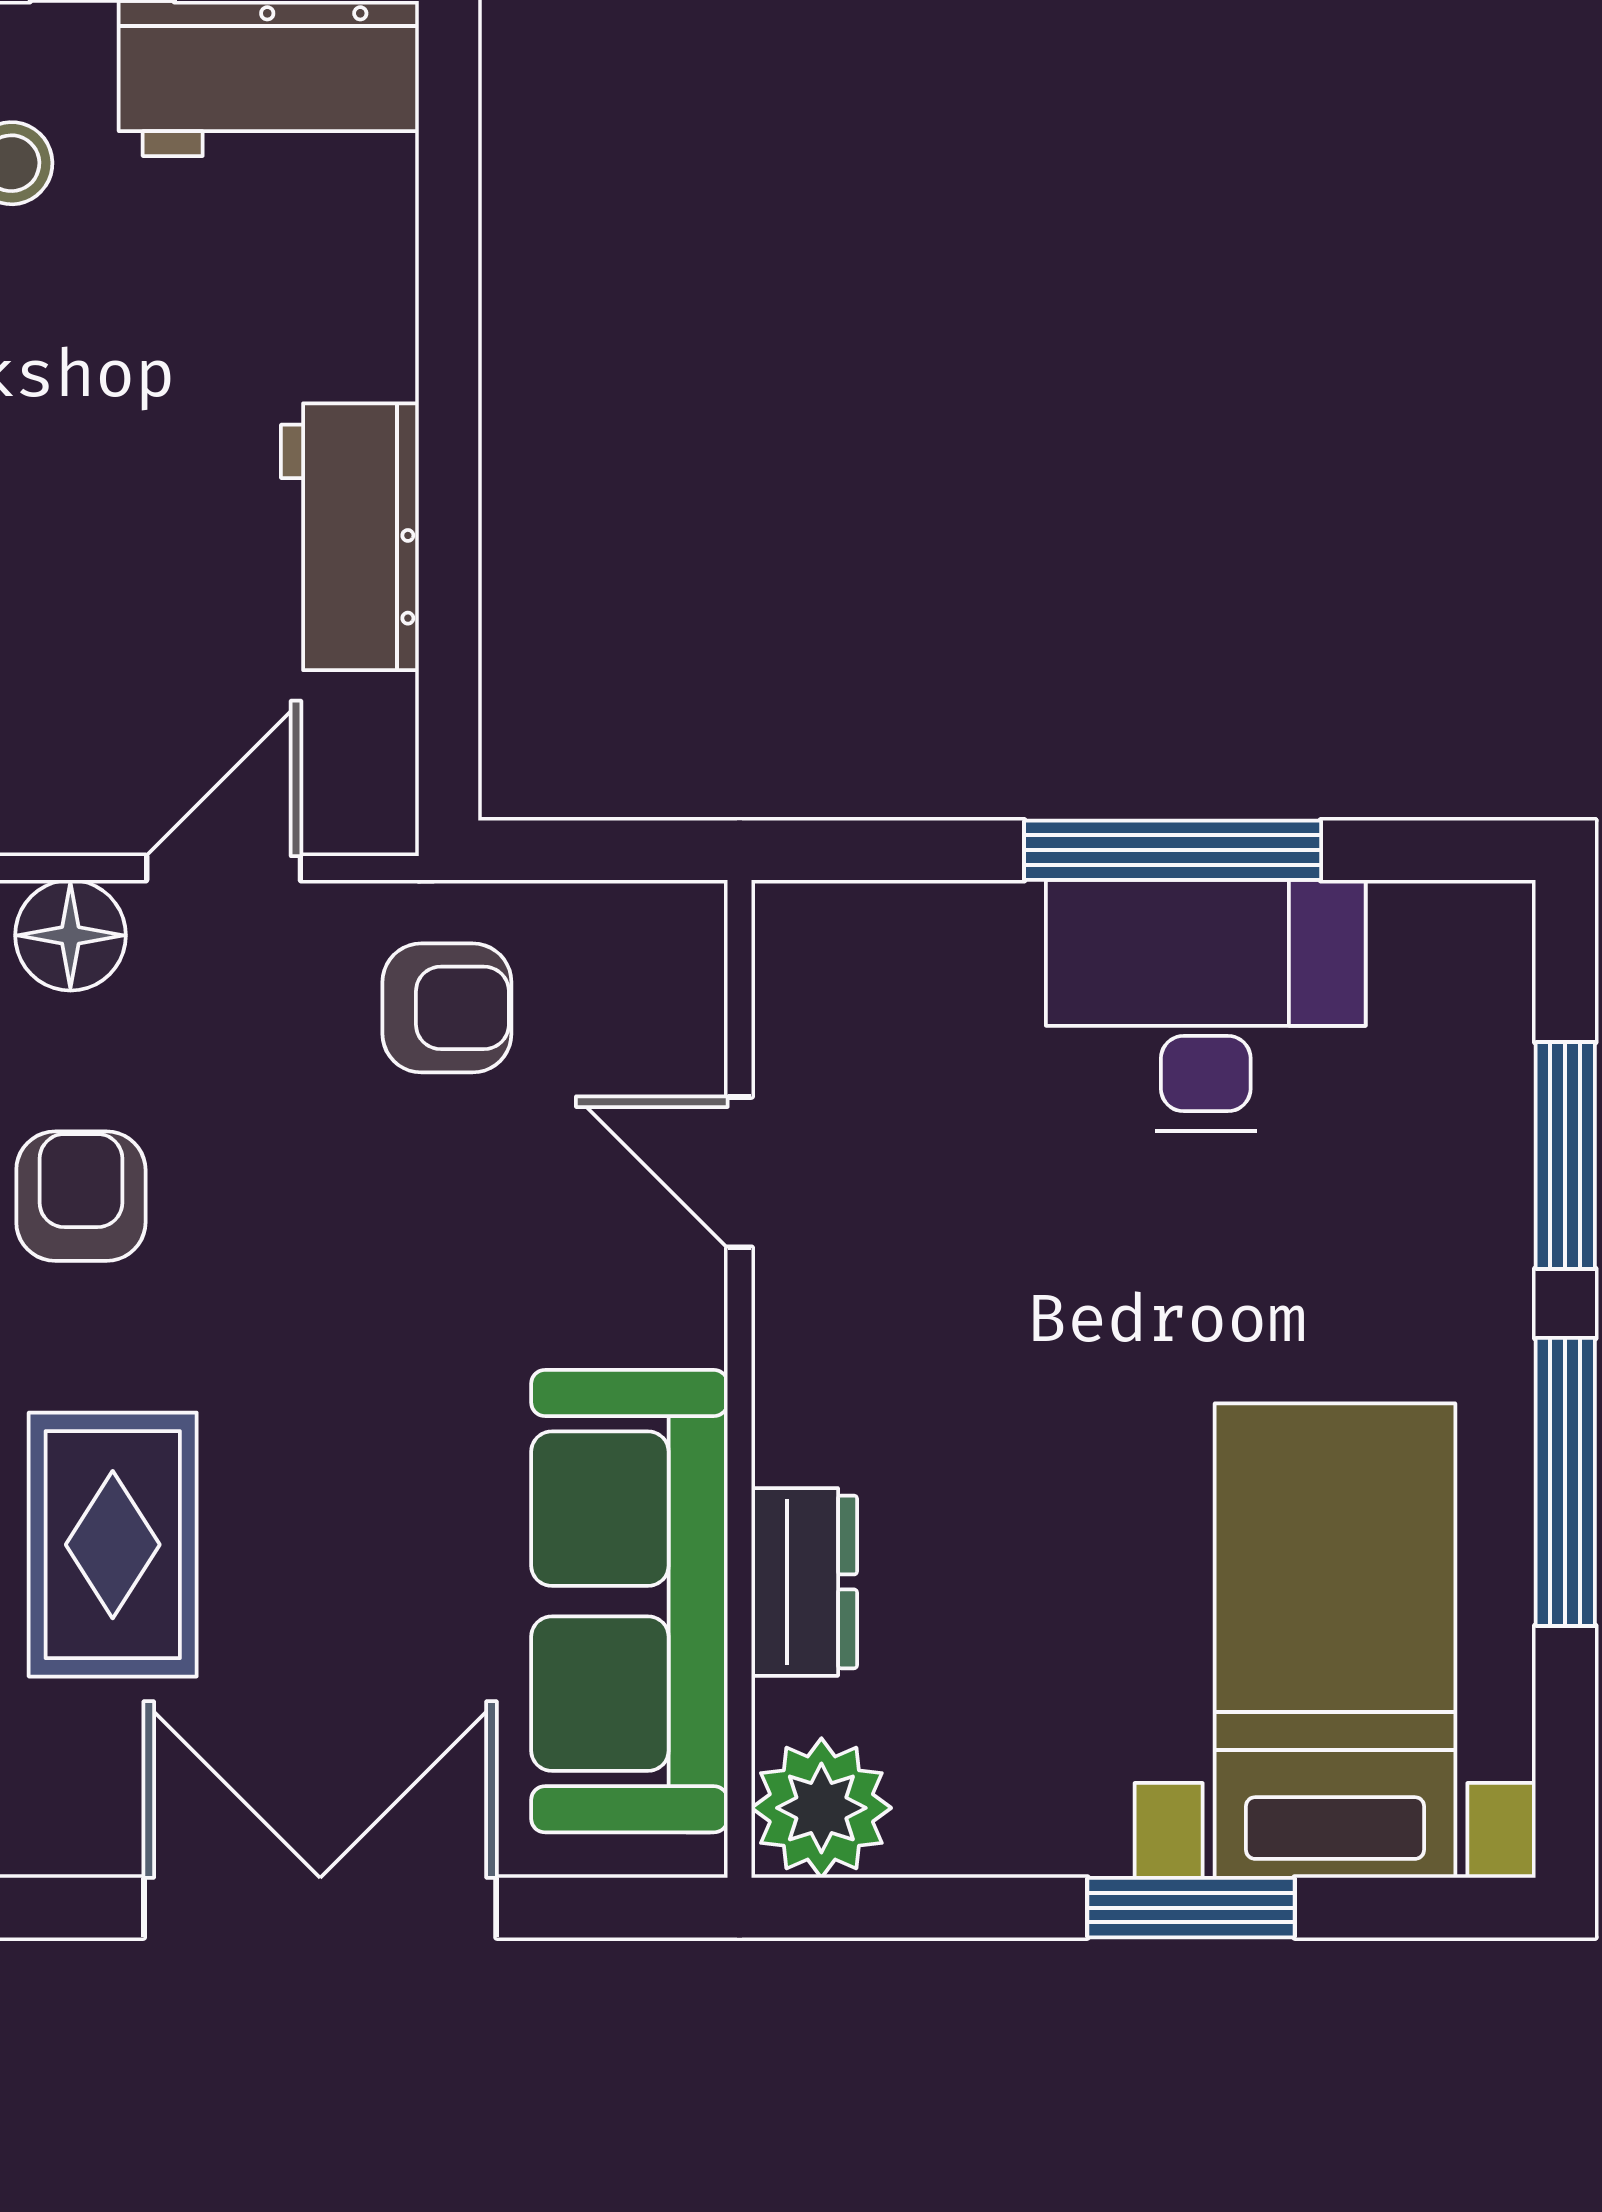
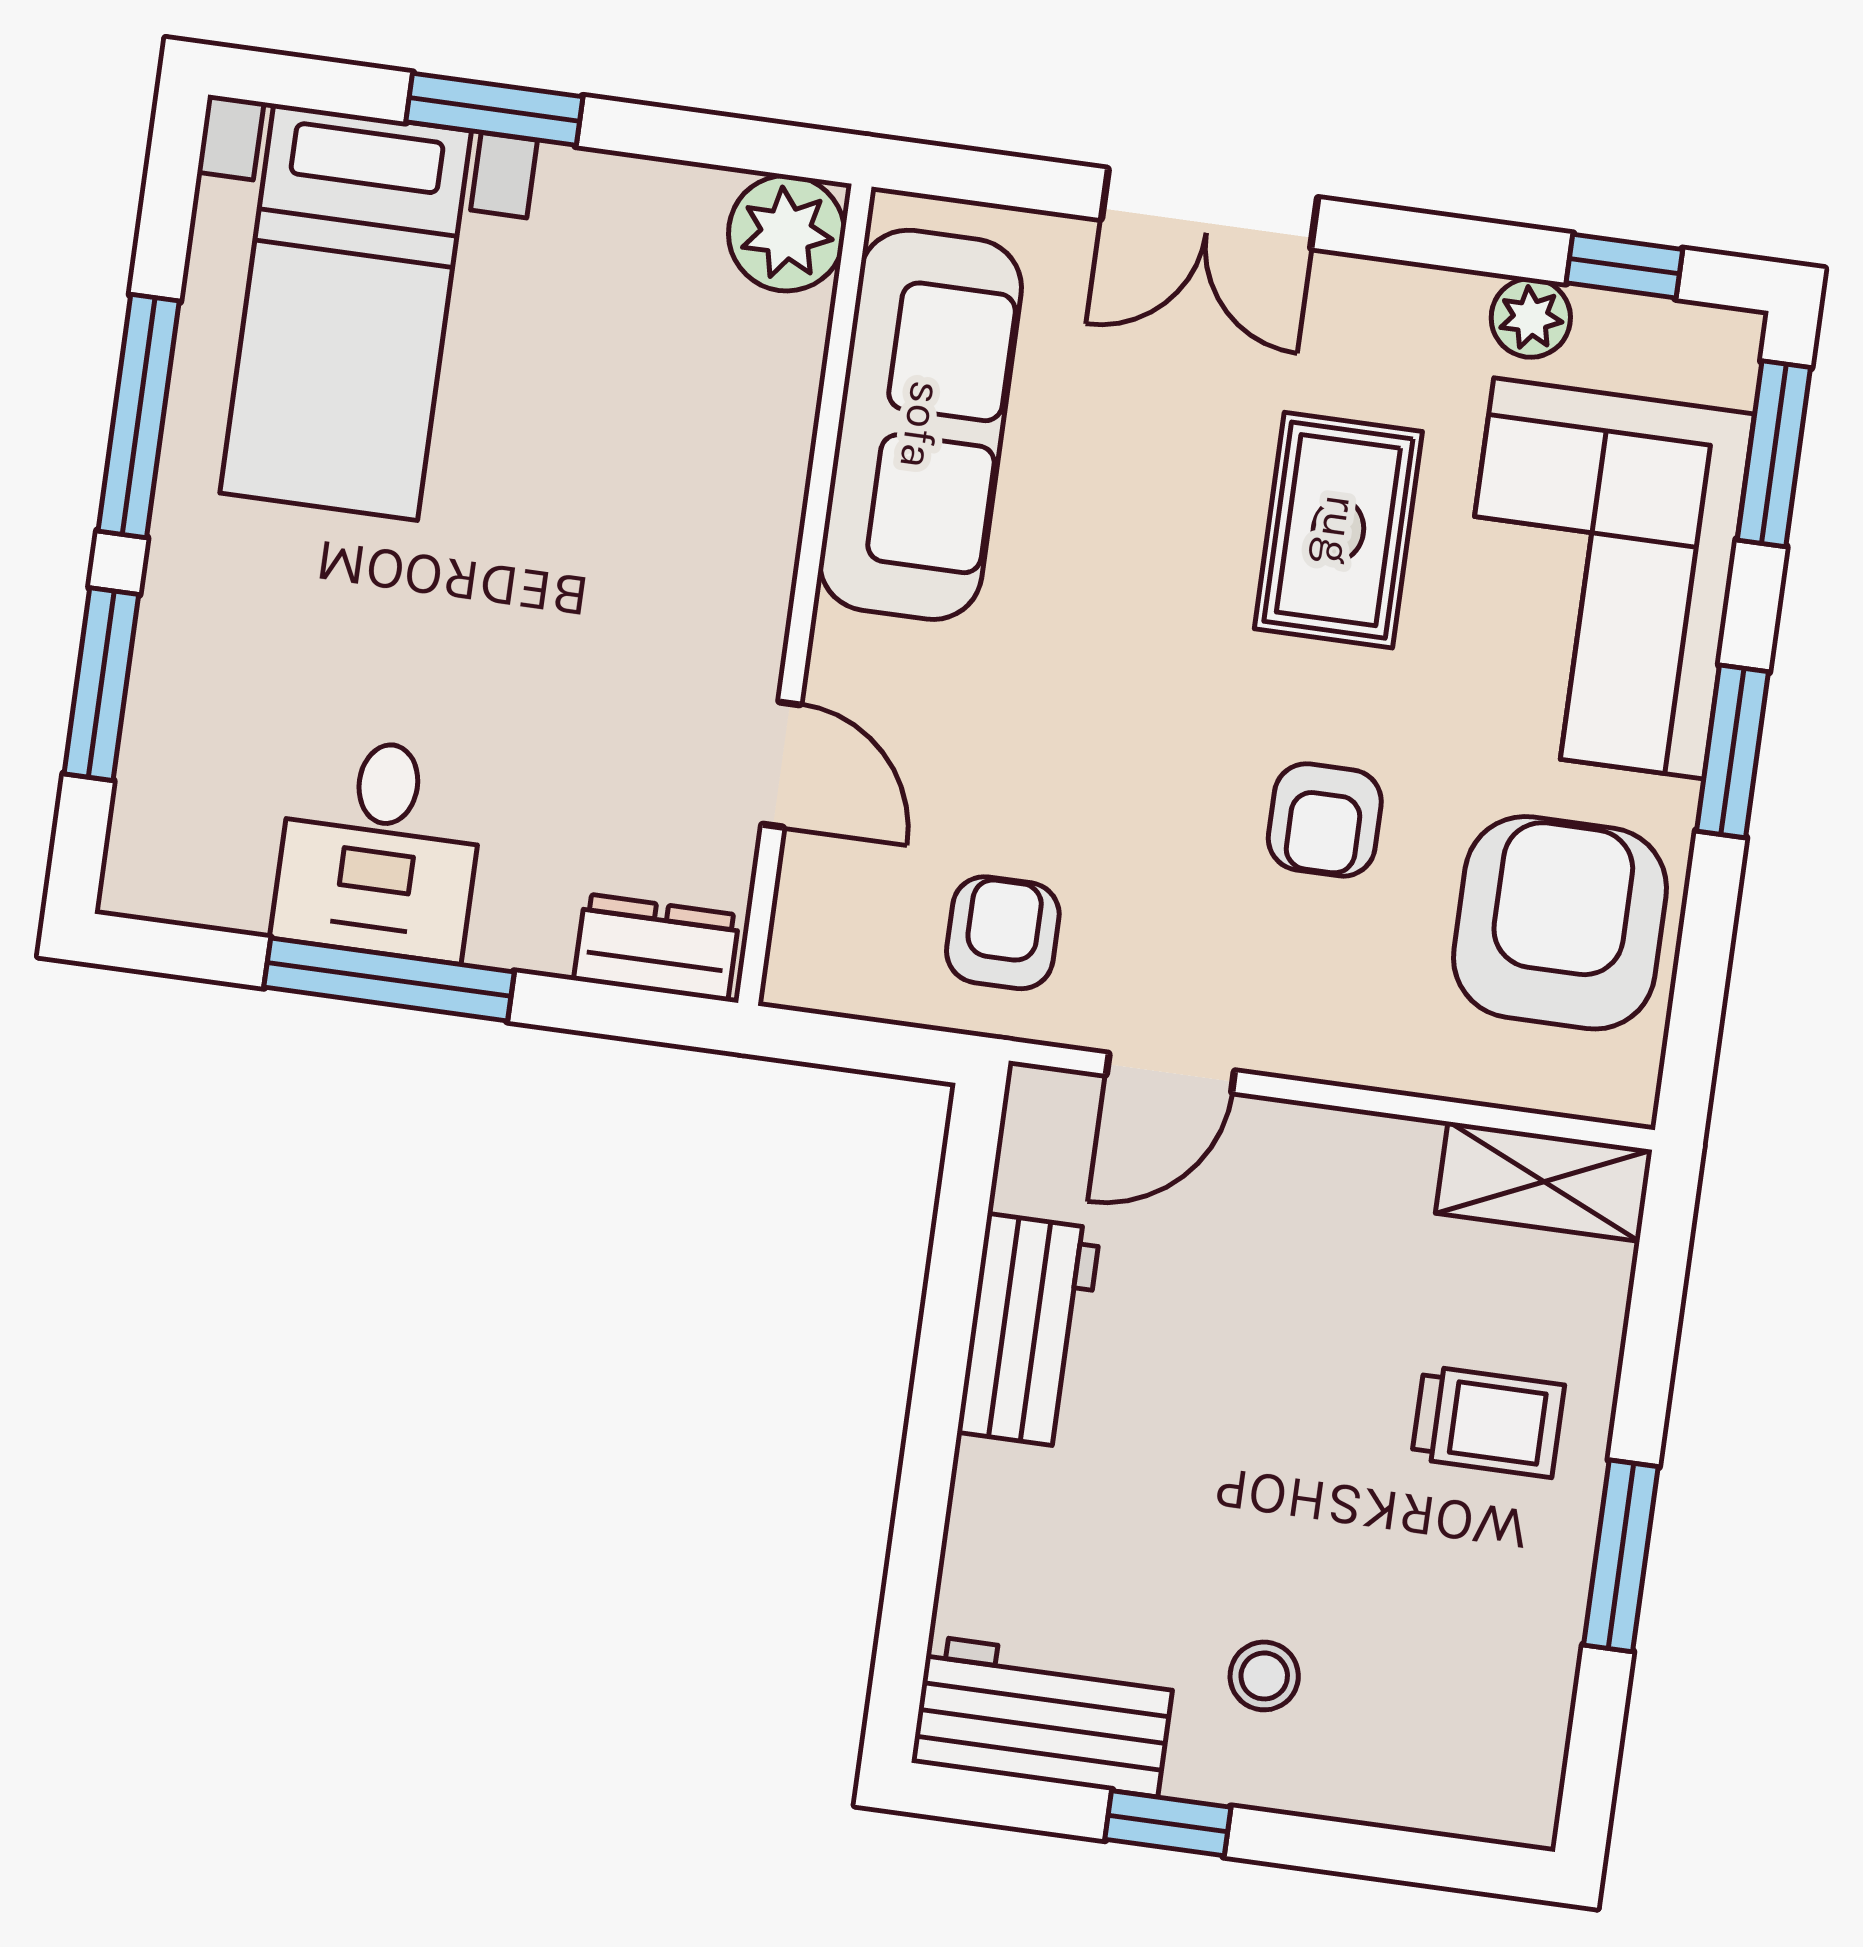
floor lamp: (70, 935) -> (1304, 1035), removed
desk: (1206, 1006) -> (379, 848), width x0.73
armchair: (447, 1008) -> (1003, 933), turned 90
dresser: (804, 1582) -> (657, 948), moved, turned 90
double door: (320, 1908) -> (1209, 208), width x0.73

